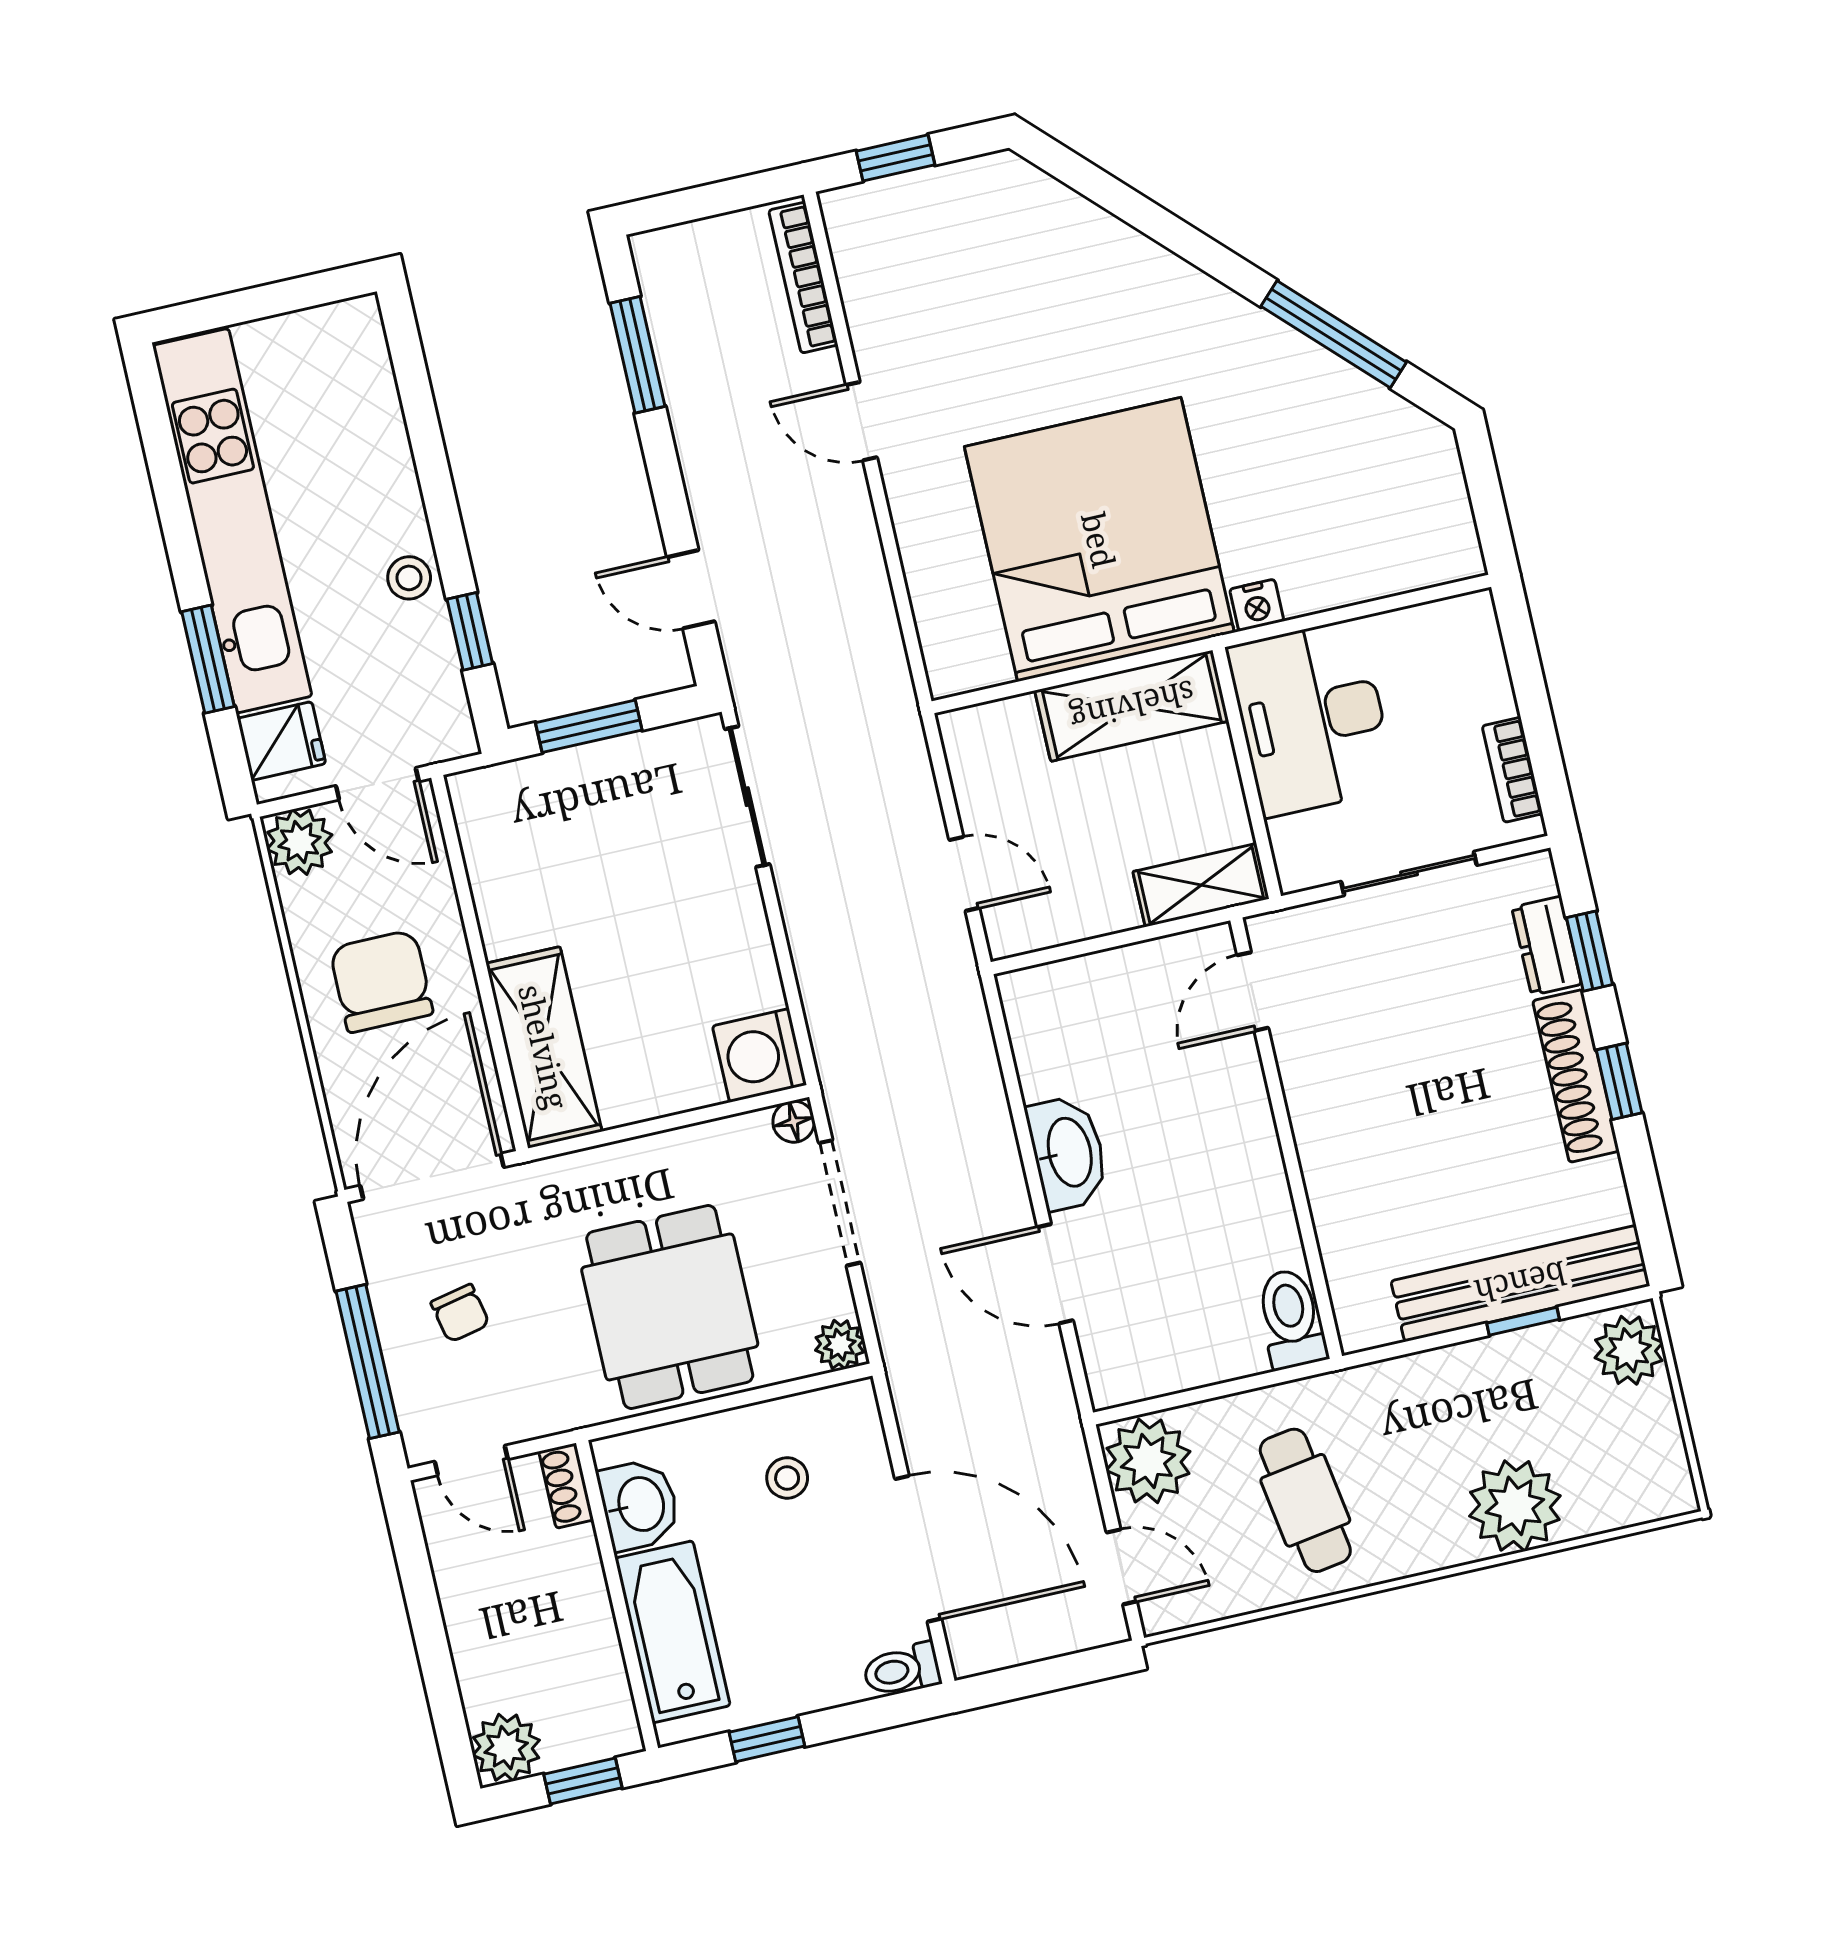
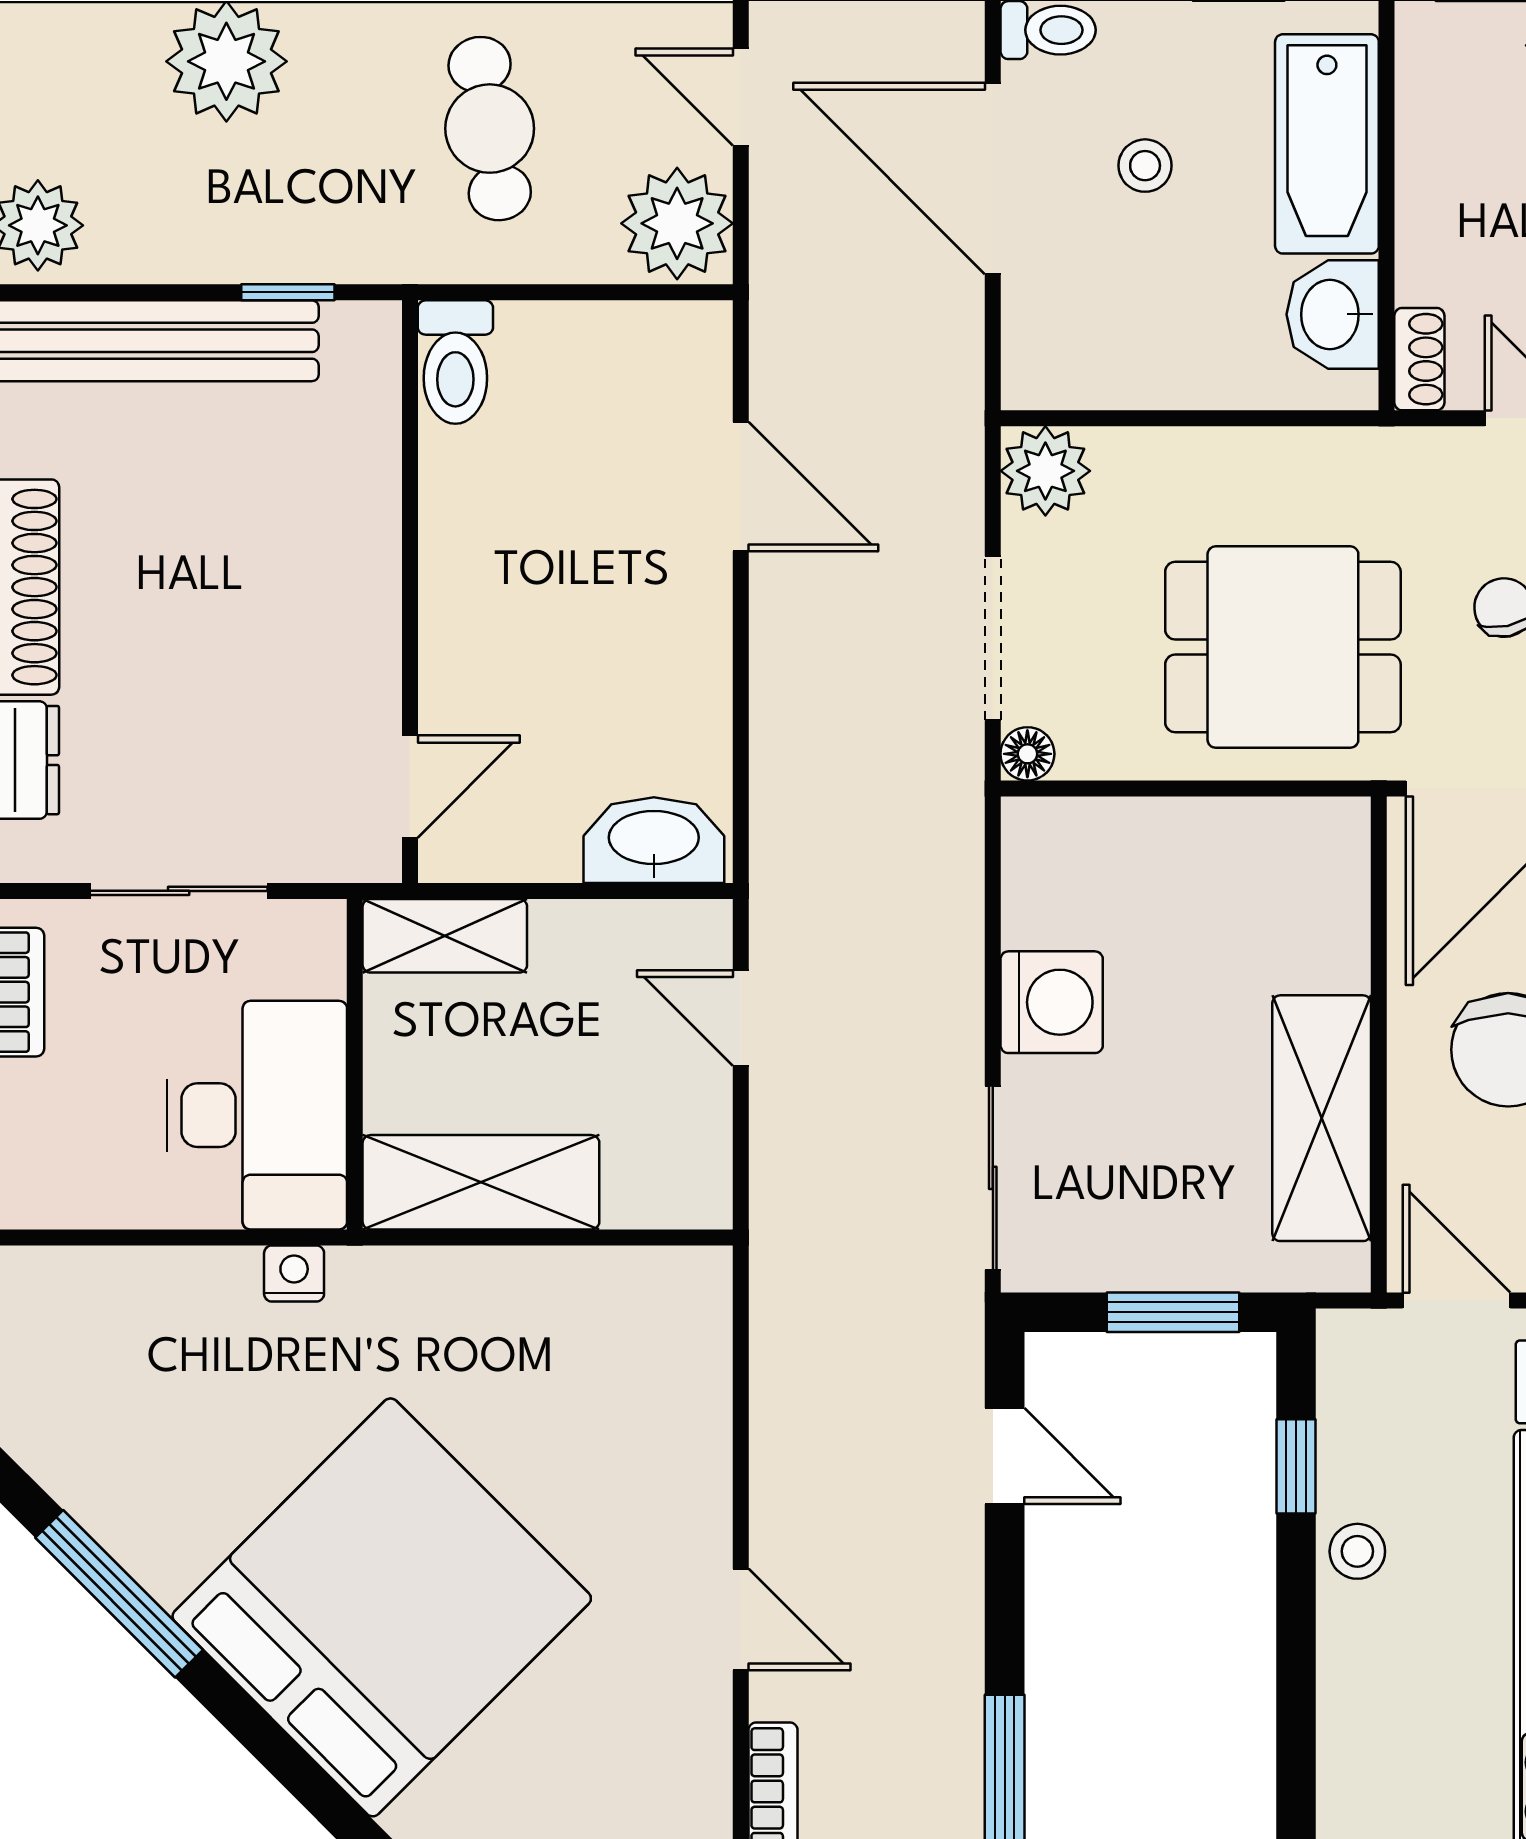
bed: (1099, 540) -> (382, 1607), moved, turned -135
shelving: (544, 1047) -> (1322, 1118), moved
washing machine: (759, 1055) -> (1052, 1002), moved
washbasin: (1068, 1153) -> (654, 840), moved, turned 90
dining table: (670, 1307) -> (1283, 647), moved, turned 90
window: (1523, 1321) -> (288, 292), moved
plant: (840, 1345) -> (1045, 471), width x1.38, depth x1.38
stool: (787, 1478) -> (1145, 166), moved

